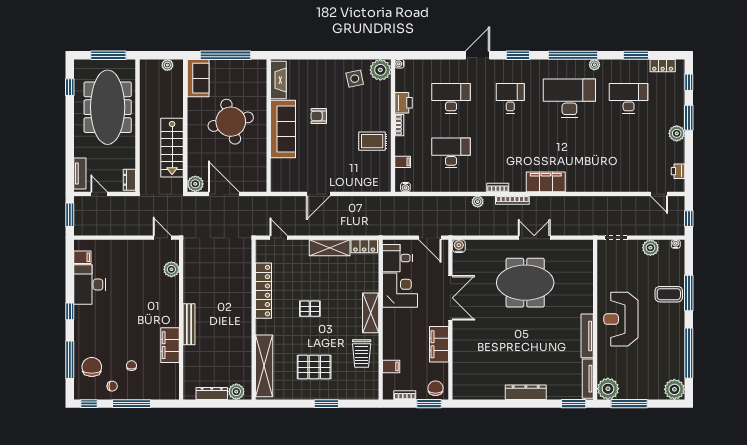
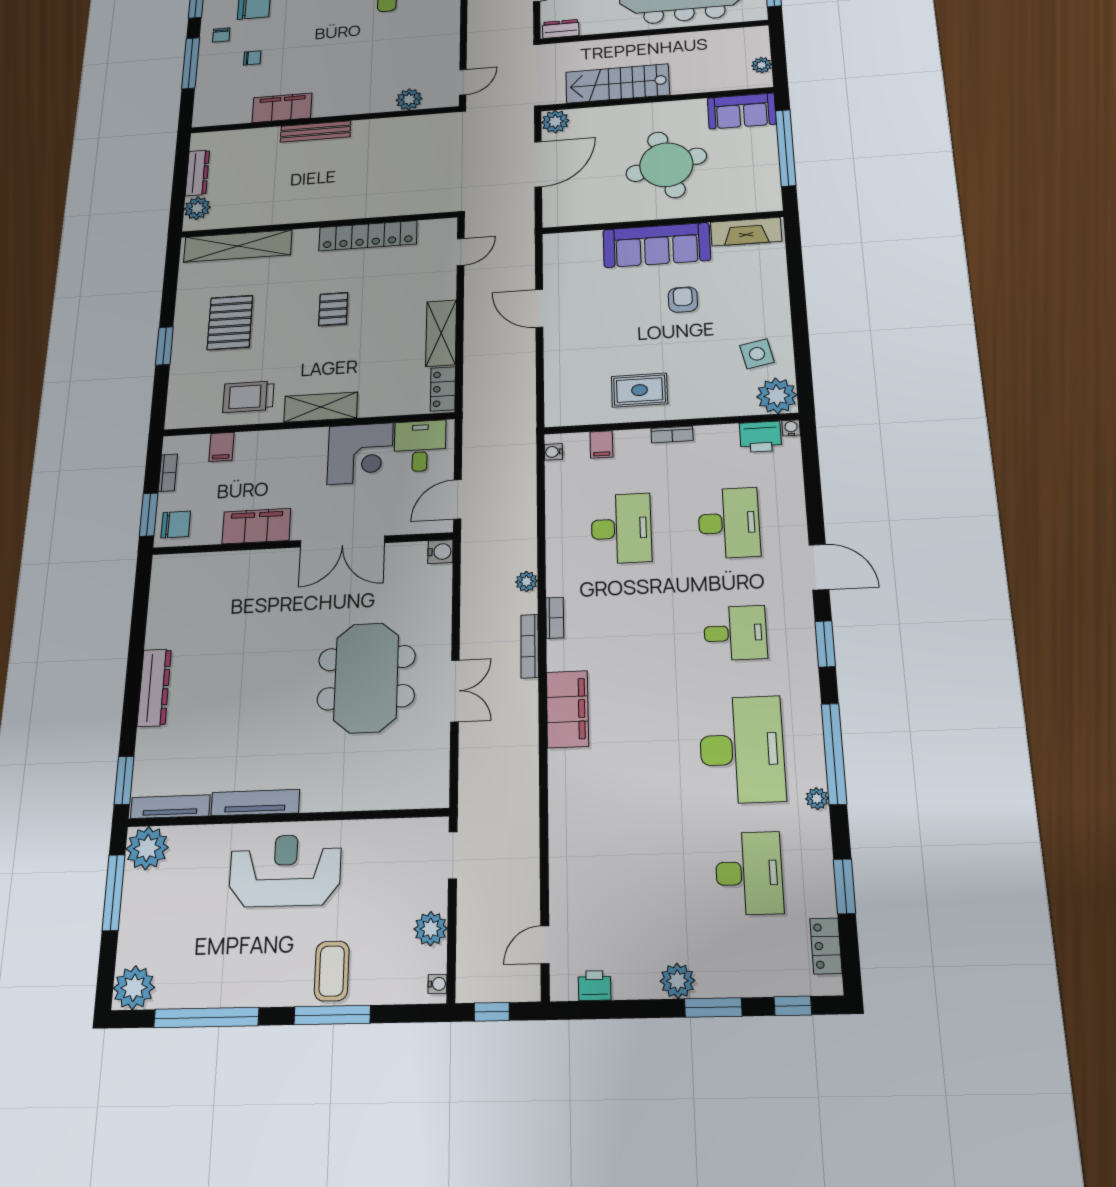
printer: (404, 103) -> (760, 437), moved
rug: (372, 141) -> (639, 390), turned 90

